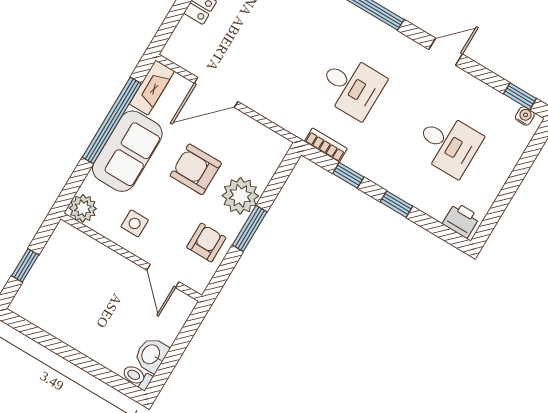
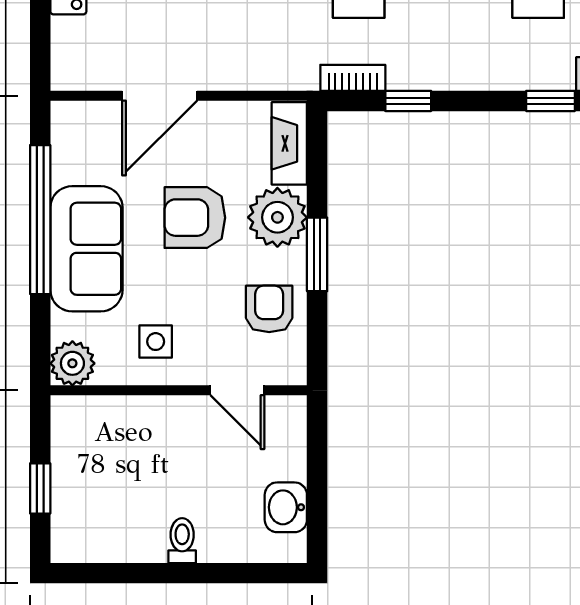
fireplace: (152, 88) -> (289, 143), moved, turned 180
window: (396, 204) -> (551, 101), moved
toilet: (137, 377) -> (182, 541), moved, turned 90

